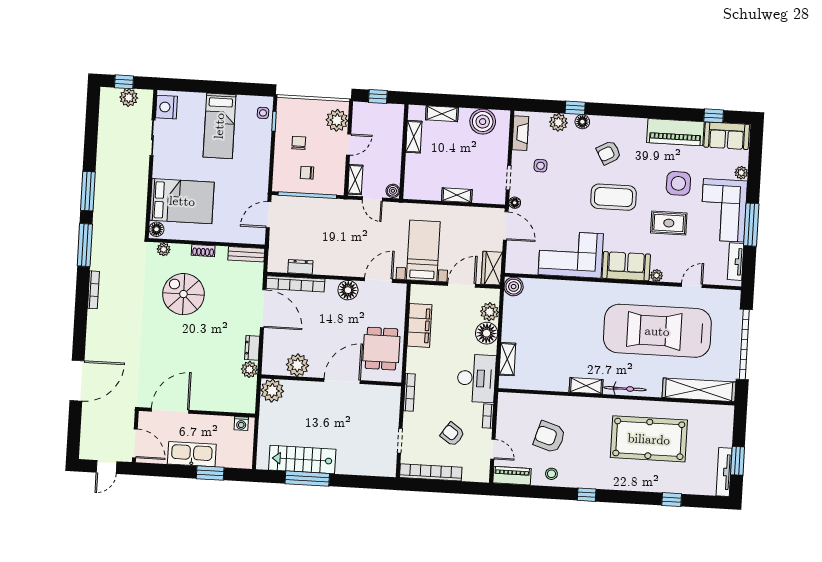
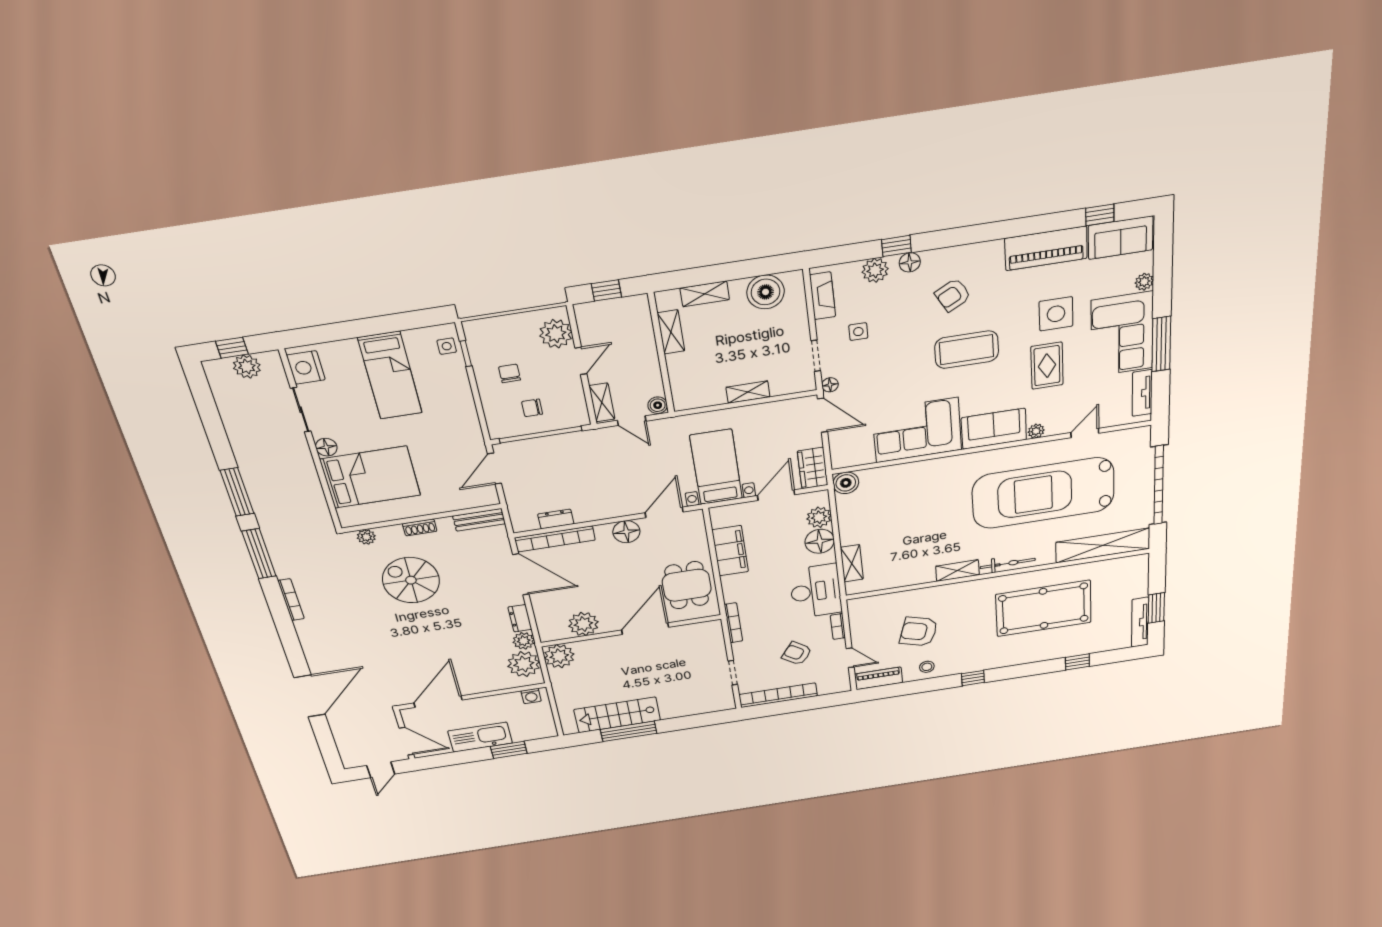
rug: (669, 223) -> (1047, 366), turned 90
floor lamp: (156, 229) -> (326, 447), moved
plant: (244, 391) -> (524, 664), added

